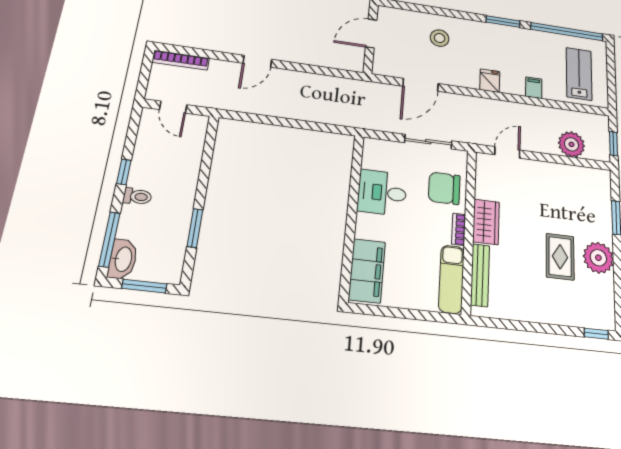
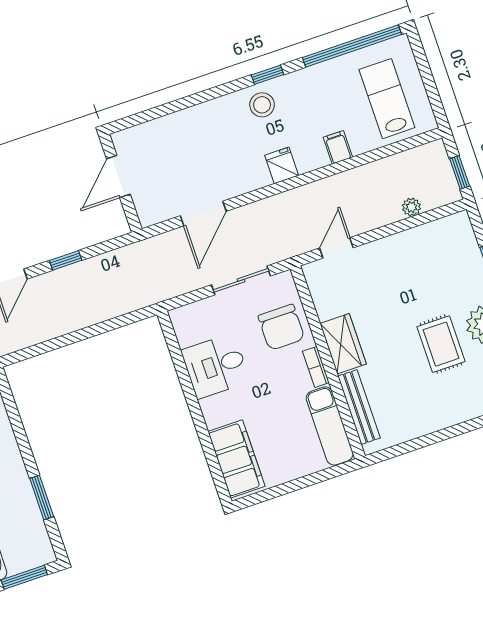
window: (503, 22) -> (268, 75), width x0.67
stool: (440, 38) -> (262, 105), moved
window: (306, 68) -> (66, 260), added
plant: (571, 144) -> (411, 207), width x0.53, depth x0.53
chair: (444, 188) -> (281, 327), turned -90

